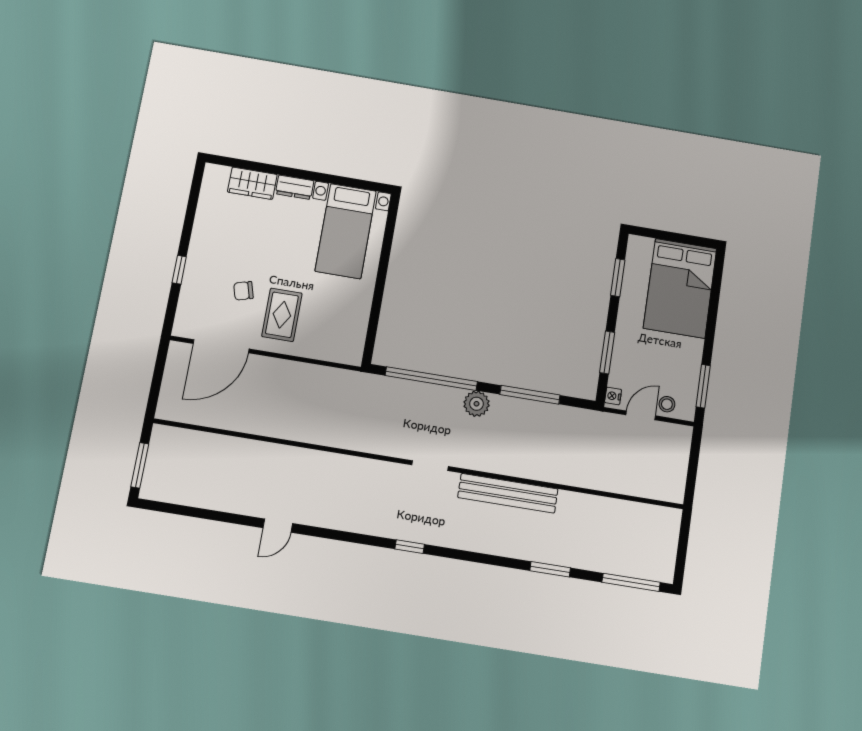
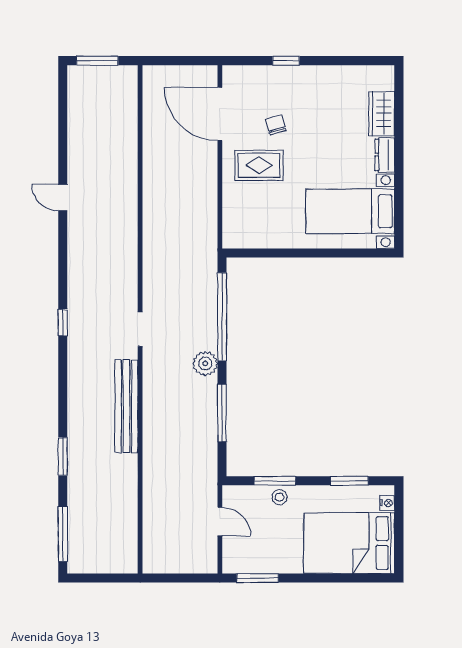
nightstand: (613, 396) -> (387, 503), moved, turned 90
stool: (667, 404) -> (280, 497), moved

